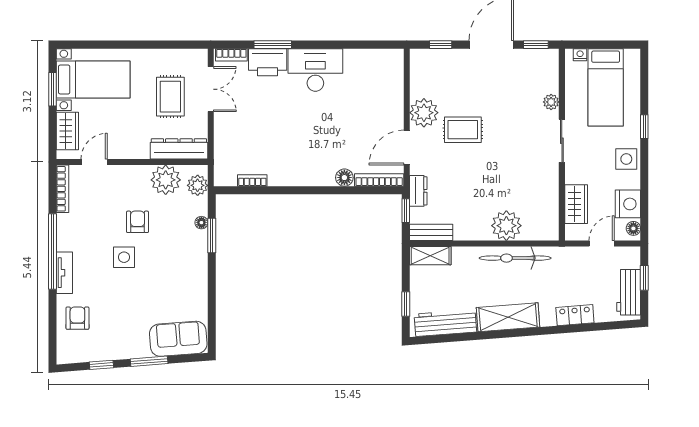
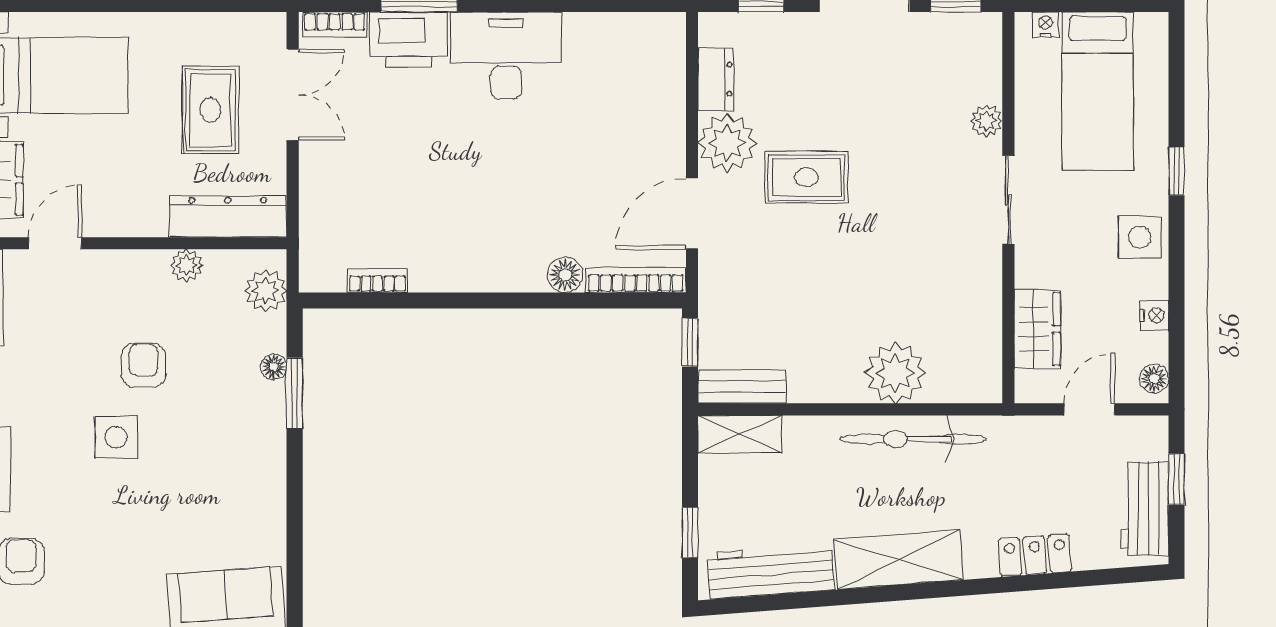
plant: (166, 180) -> (187, 265), width x0.53, depth x0.53
dresser: (418, 191) -> (716, 79), moved
nightstand: (628, 204) -> (1154, 315), width x0.53, depth x0.56

